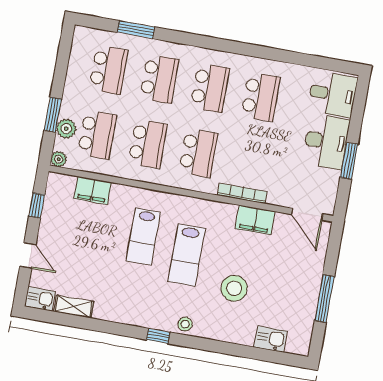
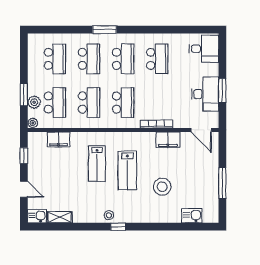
window: (136, 30) -> (104, 30), moved
desk: (326, 141) -> (205, 94), moved
stool: (185, 324) -> (109, 215), moved

